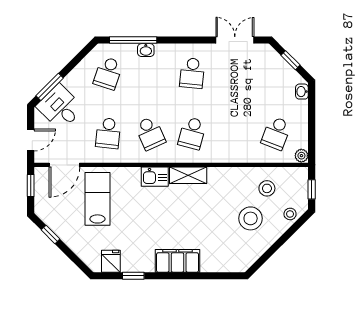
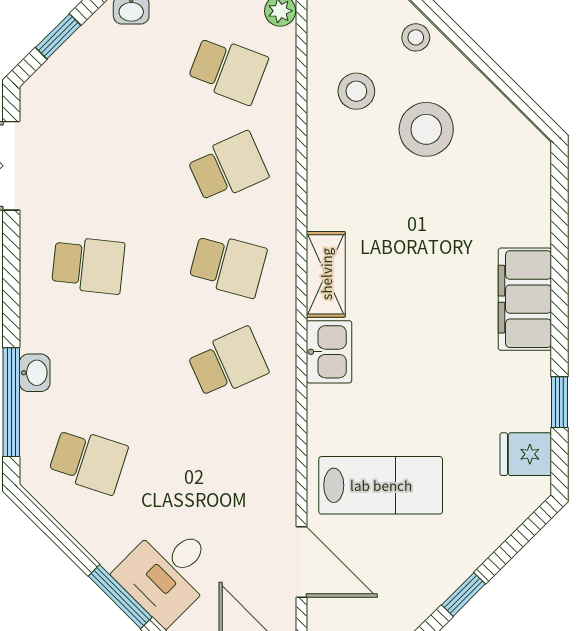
school desk: (108, 133) -> (228, 167), moved, turned -30
lab bench: (97, 199) -> (381, 485), turned 180

